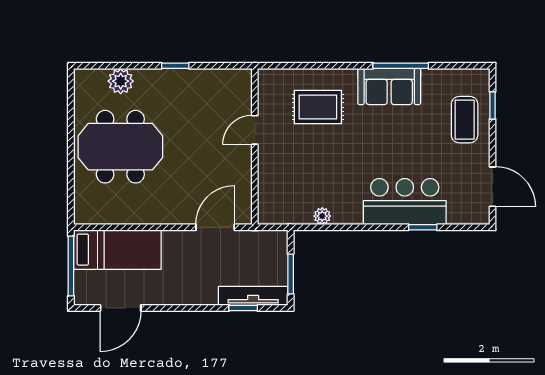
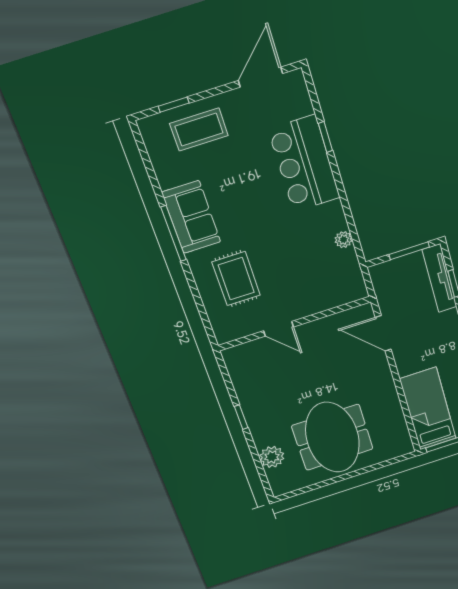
window: (401, 66) -> (173, 234), moved

